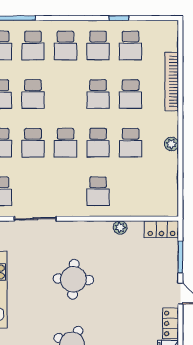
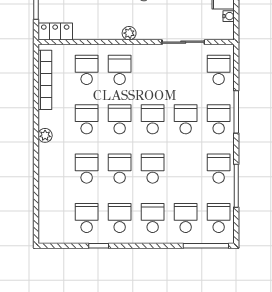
bookcase: (172, 81) -> (45, 80), moved
school desk: (33, 94) -> (153, 169), moved
plant: (171, 144) -> (45, 135), moved
school desk: (131, 191) -> (87, 70), added
plant: (120, 227) -> (129, 33), moved

